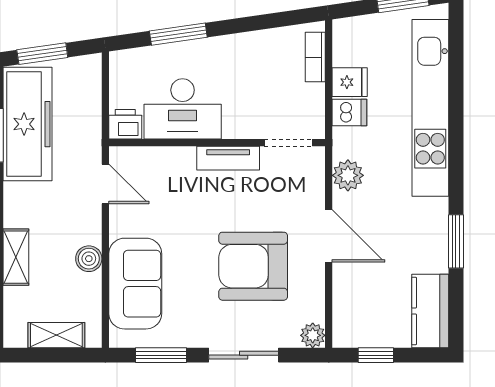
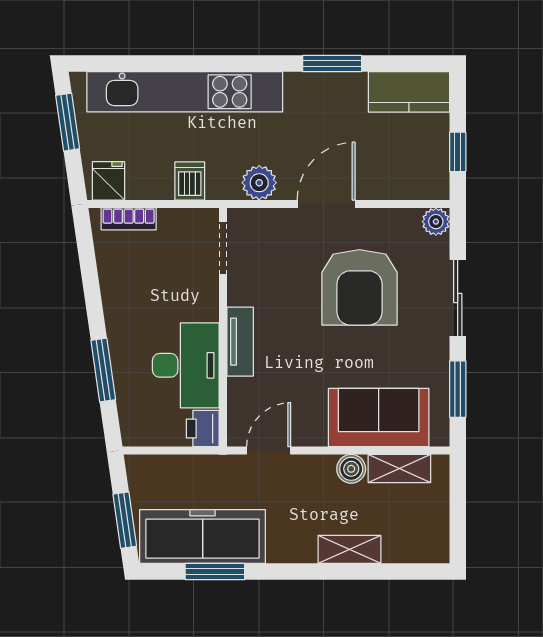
fridge: (350, 82) -> (109, 181), moved
tv unit: (228, 158) -> (240, 342), moved
shelving: (56, 335) -> (399, 468), moved, turned 90

